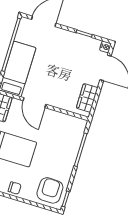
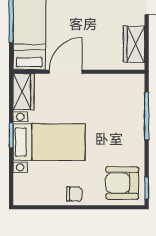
door: (34, 103) -> (66, 72), swing flipped
armchair: (50, 190) -> (122, 183), turned -91

